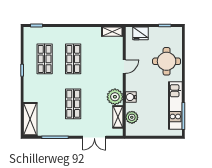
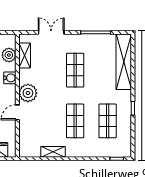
shelving: (112, 32) -> (53, 152), moved
plant: (115, 97) -> (28, 93), moved
shelving: (30, 119) -> (124, 62), width x1.47

